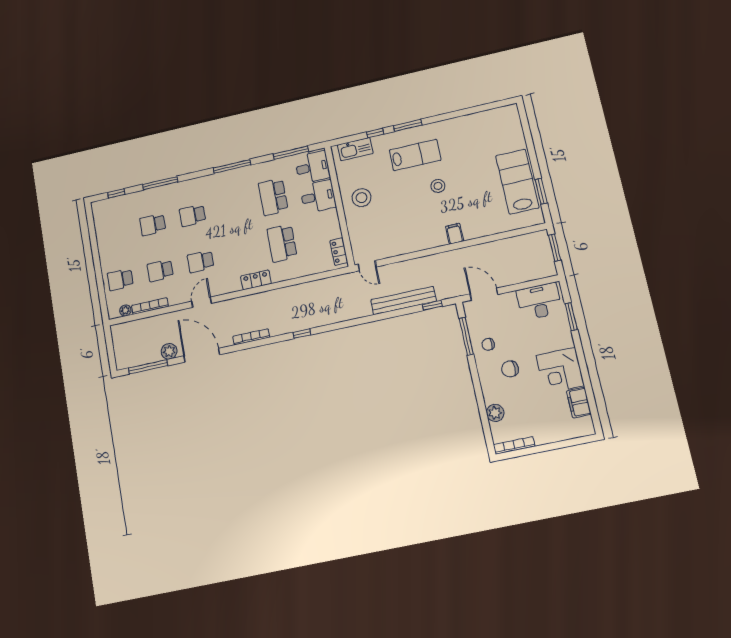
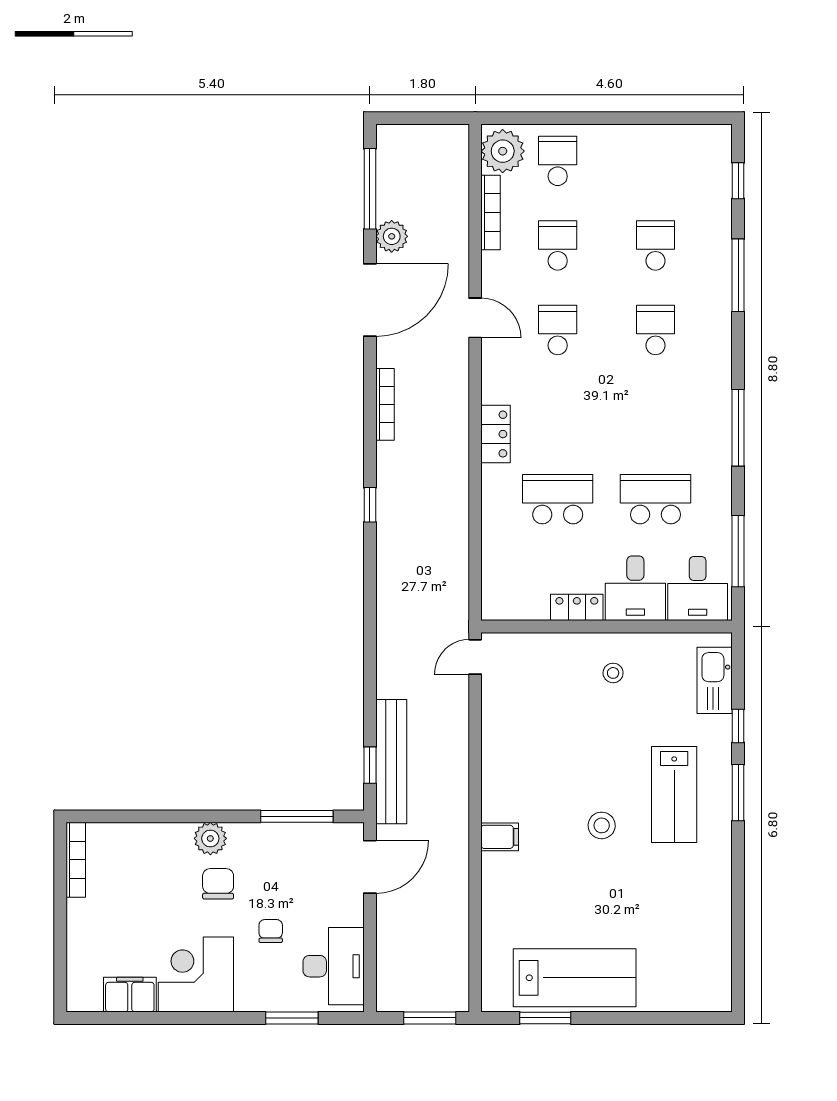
stool: (362, 198) -> (613, 673), width x0.53, depth x0.53
locker: (339, 252) -> (577, 607), moved
bench: (404, 301) -> (391, 762), moved
plant: (125, 310) -> (503, 151), width x1.88, depth x1.88
chair: (488, 344) -> (271, 931), moved
plant: (495, 413) -> (210, 838), moved

